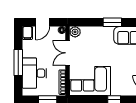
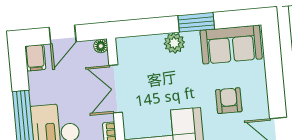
plant: (75, 32) -> (174, 43), moved
armchair: (126, 64) -> (229, 101), added

